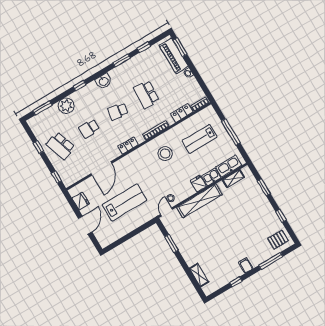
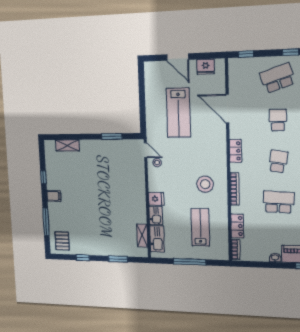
shelving: (199, 201) -> (139, 190), removed

